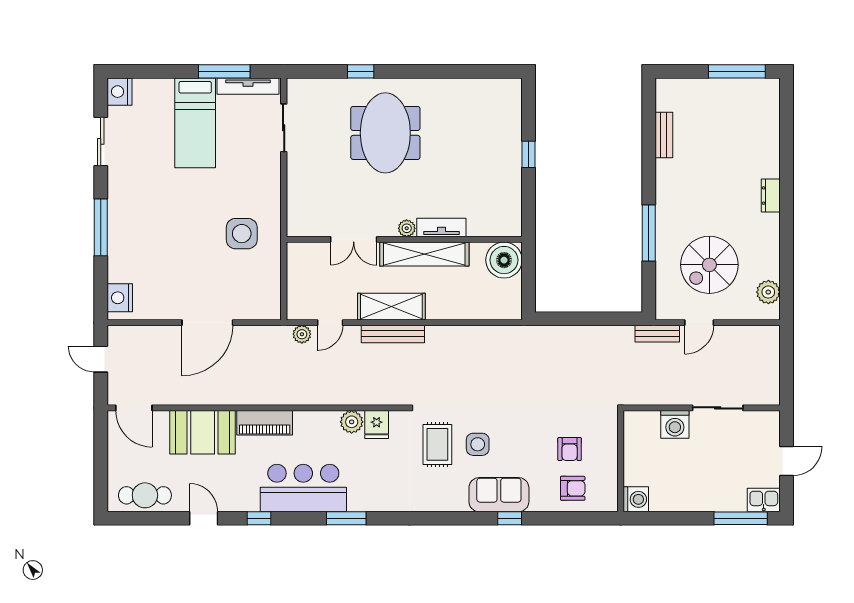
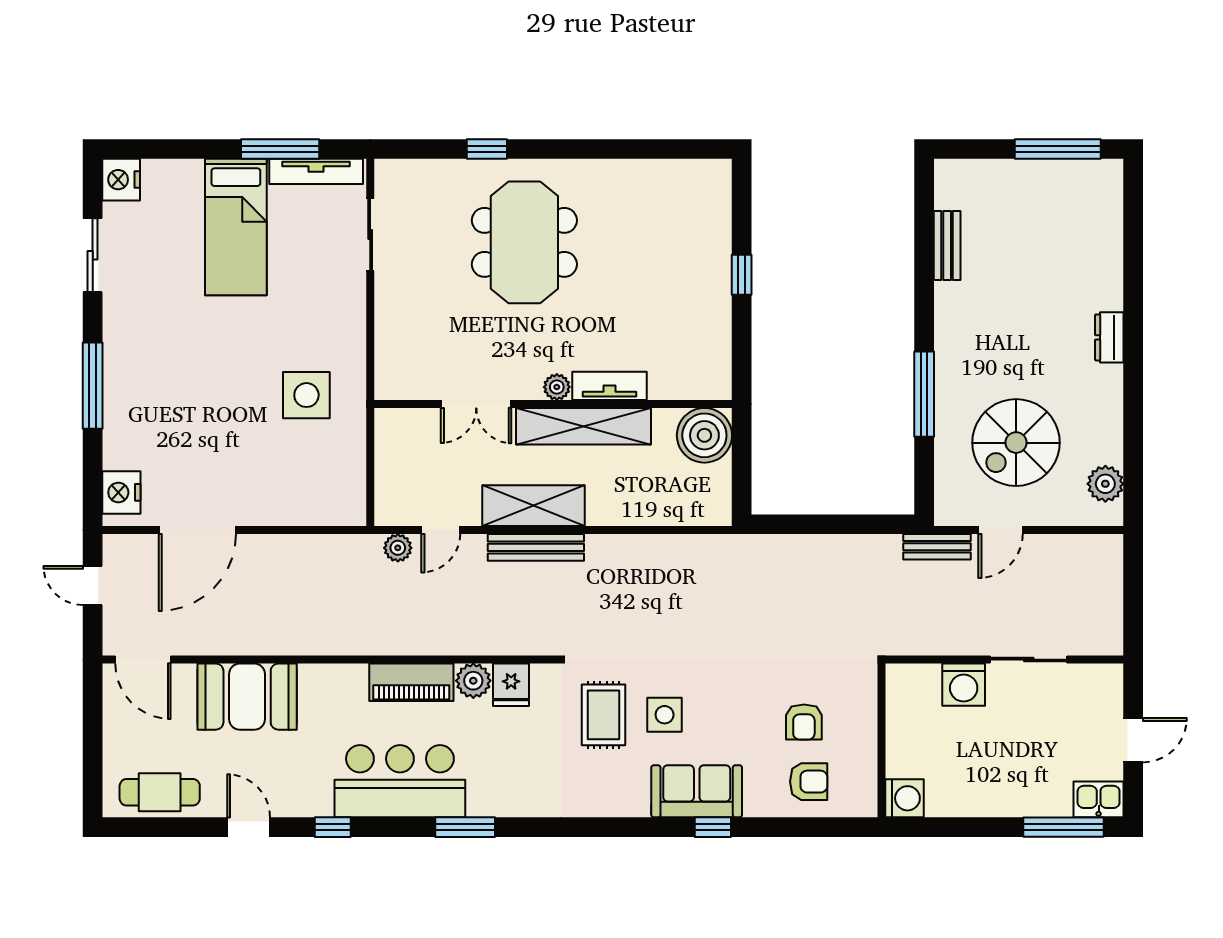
door: (207, 323) -> (197, 530), moved
piano: (265, 423) -> (411, 682), moved

